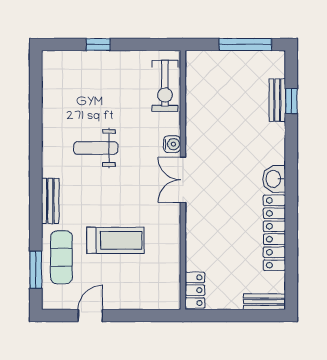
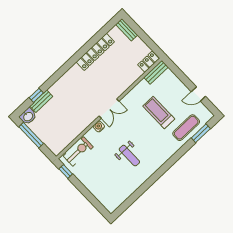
window: (98, 45) -> (66, 171), moved
washbasin: (274, 179) -> (28, 116), moved
bench: (50, 201) -> (156, 72), moved

